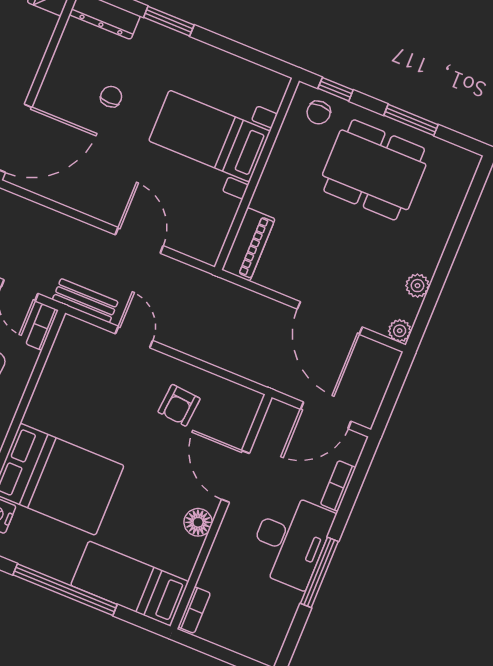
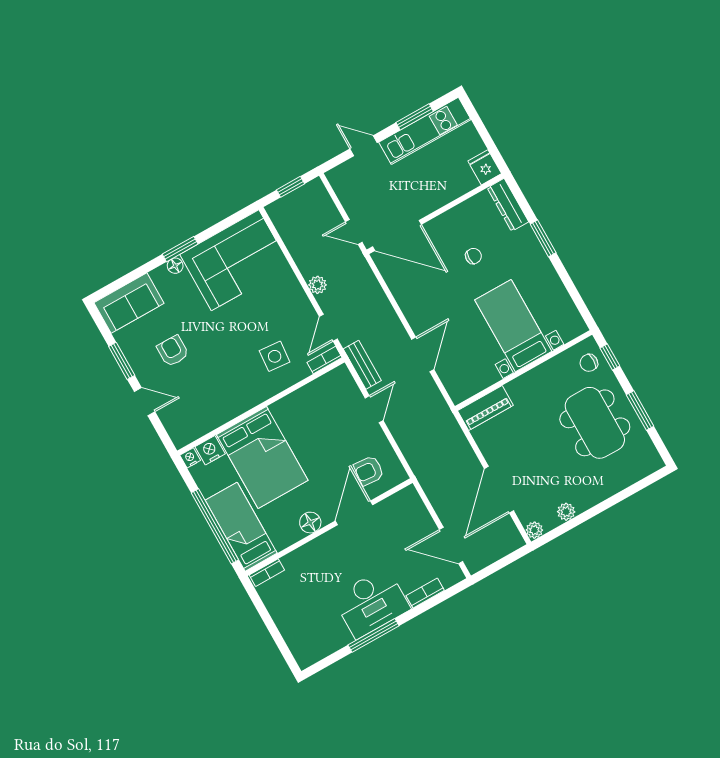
door: (236, 476) -> (354, 513), moved
wall: (221, 512) -> (329, 527), moved
floor lamp: (198, 522) -> (310, 523), moved
bed: (130, 584) -> (241, 527), moved
bookcase: (194, 610) -> (267, 573), moved

